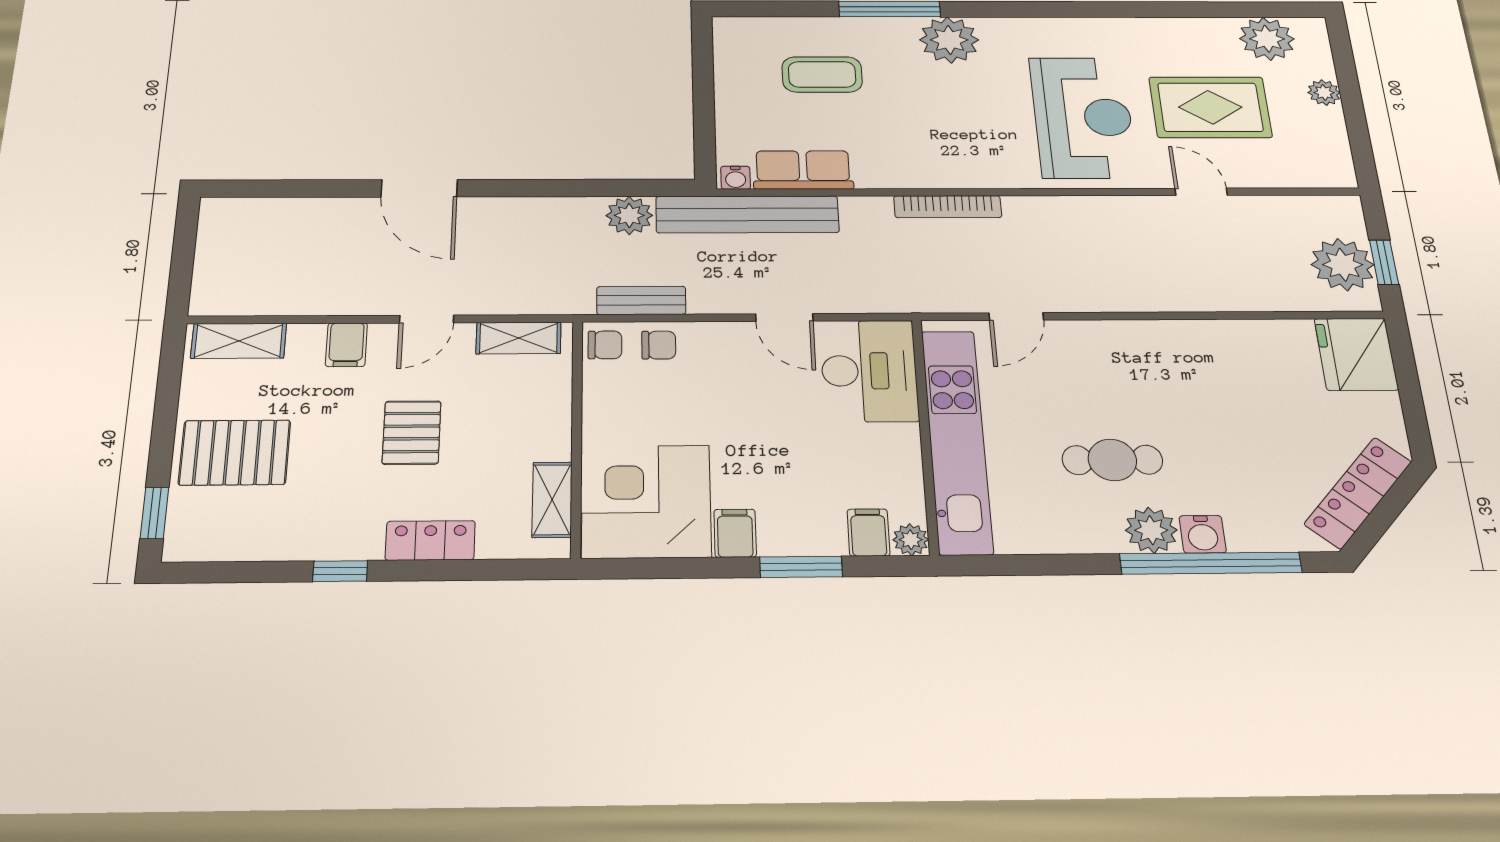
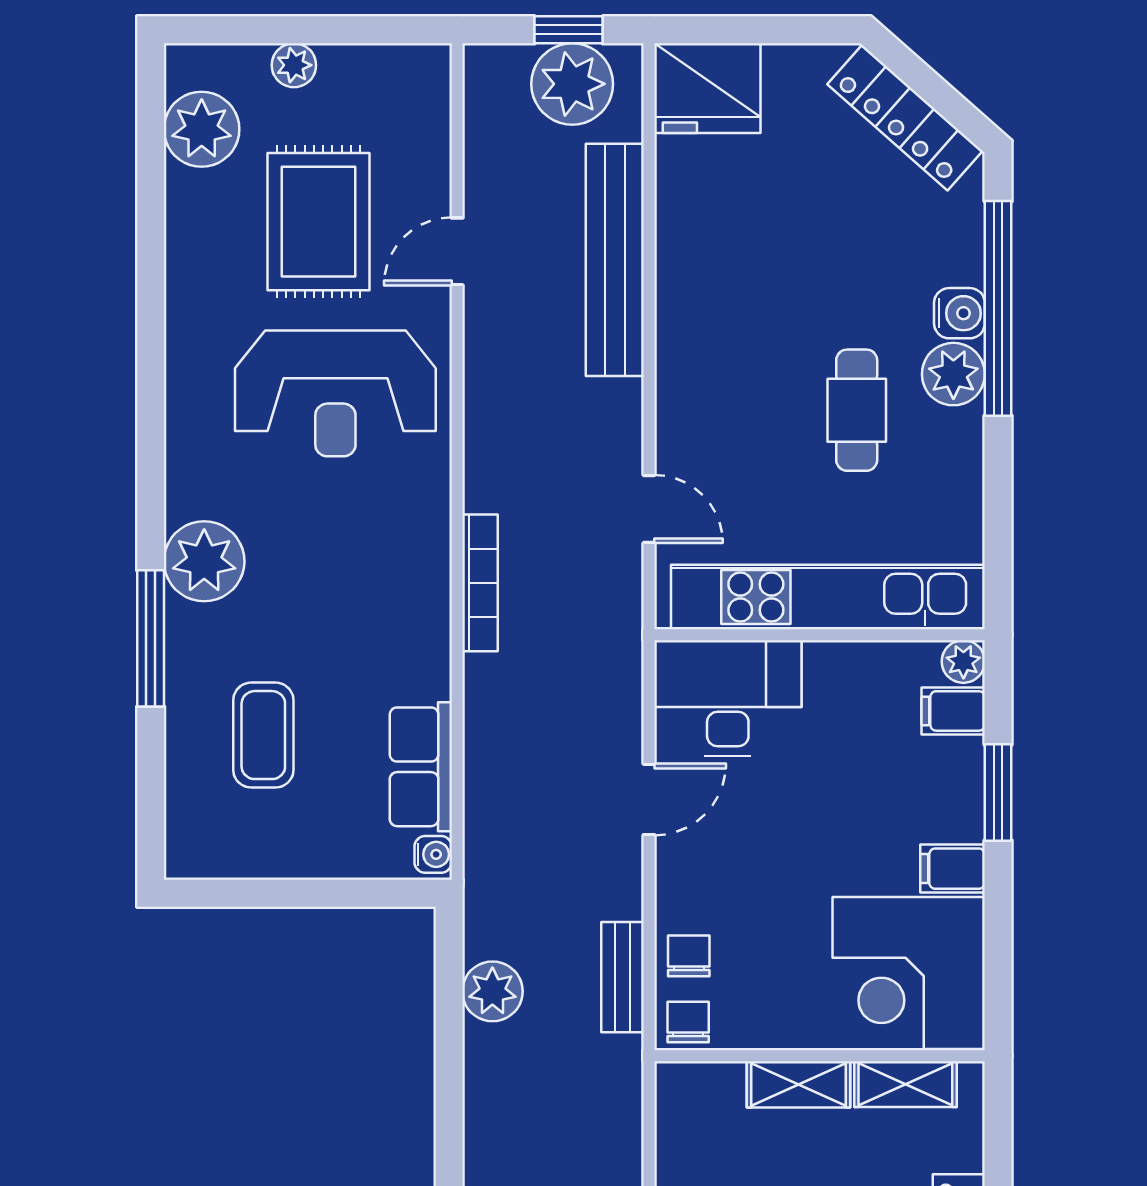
reception desk: (1083, 117) -> (335, 393), turned 180
bench: (747, 214) -> (615, 260), moved
shelving: (519, 338) -> (799, 1084), moved, turned 90

